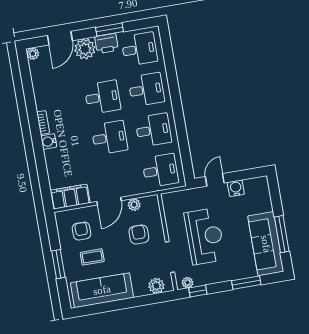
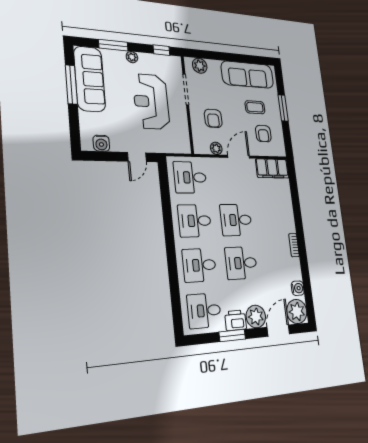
plant: (33, 54) -> (297, 311), width x1.87, depth x1.87
water cooler: (49, 141) -> (298, 288), moved
water cooler: (236, 188) -> (101, 143), moved
plant: (188, 283) -> (132, 57), moved

